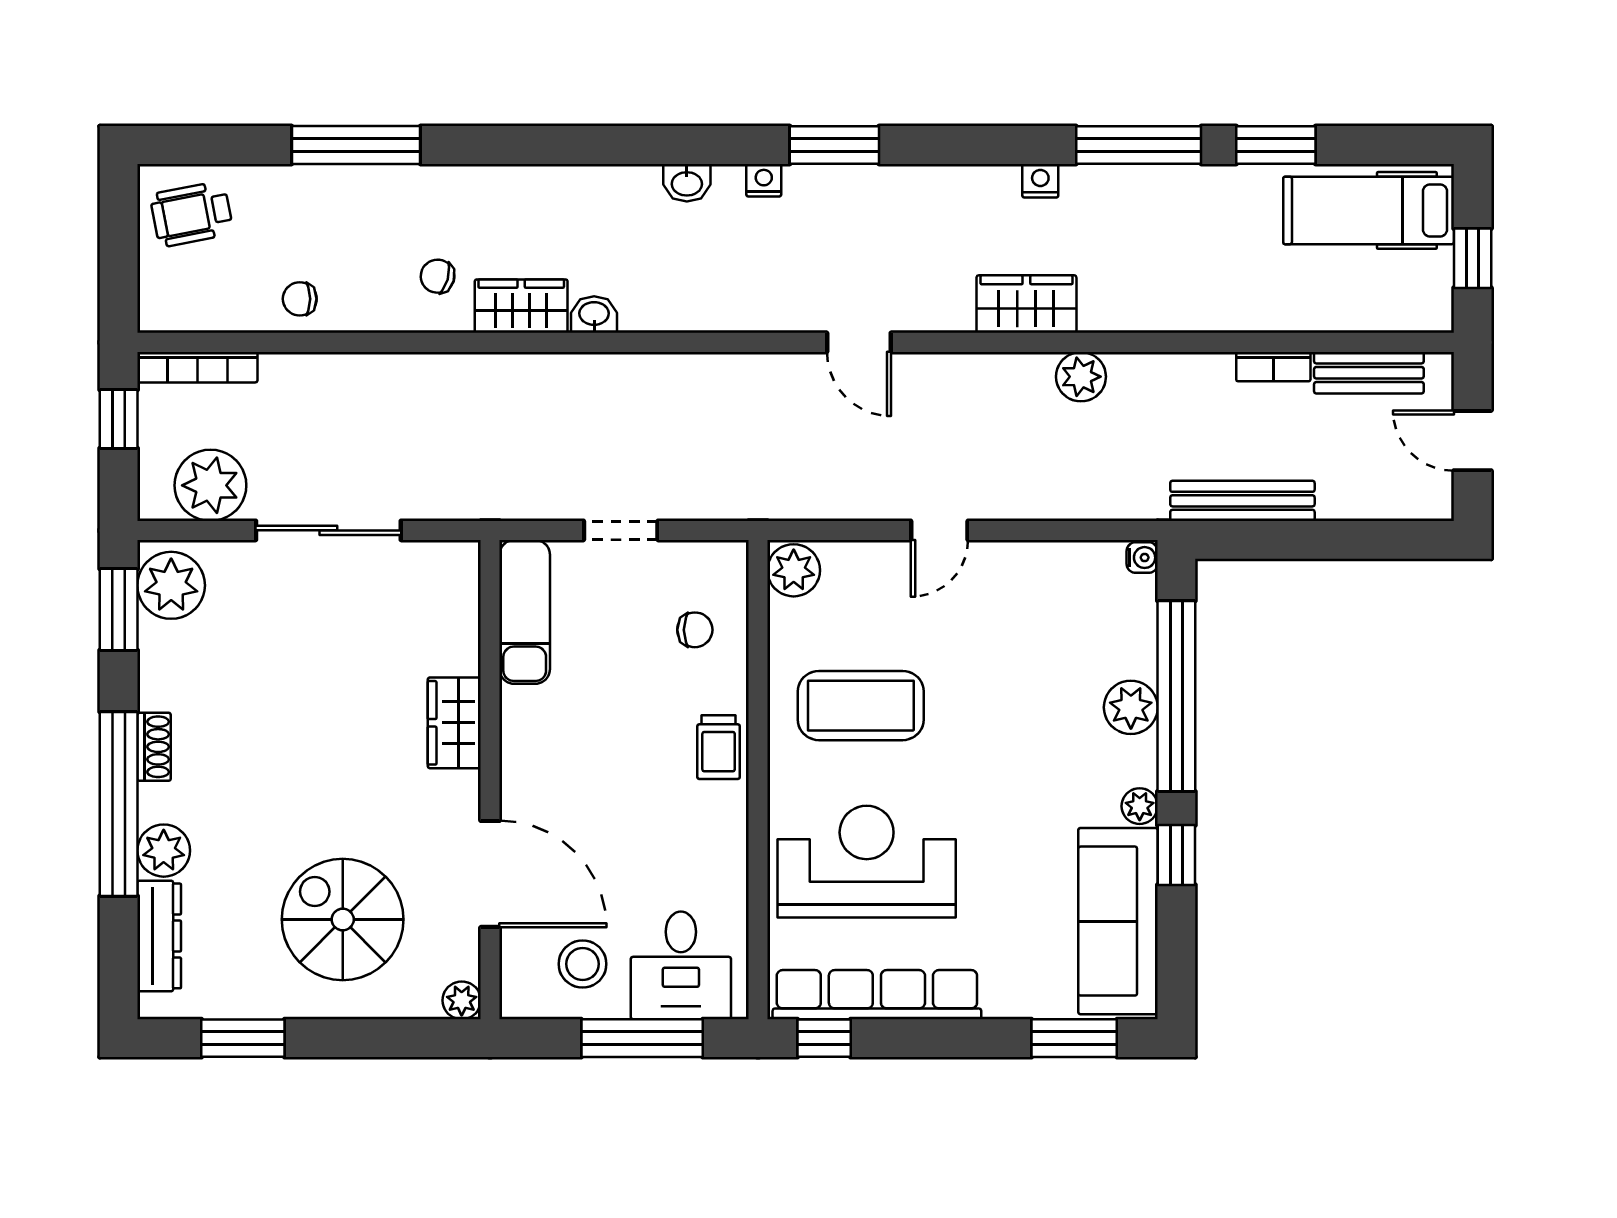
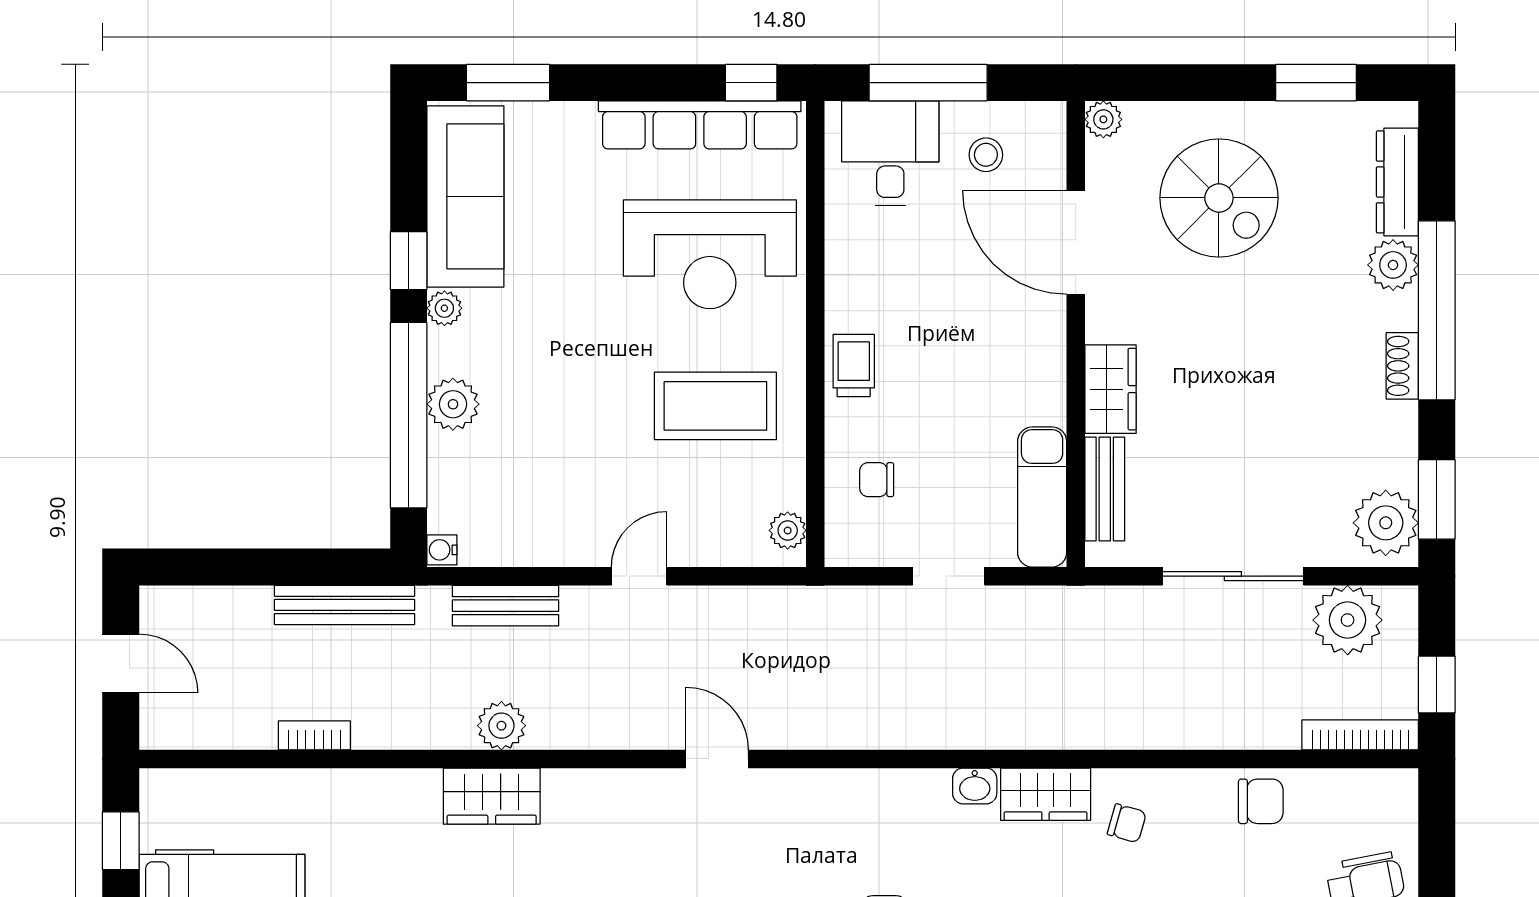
chair: (300, 299) -> (1261, 801), width x1.37, depth x1.37
wardrobe: (1026, 304) -> (492, 796), moved
bench: (1369, 373) -> (505, 606), moved
plant: (794, 570) -> (788, 530), width x0.73, depth x0.73
bench: (460, 620) -> (1105, 489), added
stool: (583, 964) -> (986, 155), width x0.73, depth x0.73

